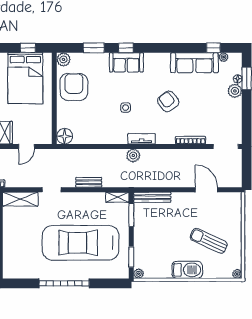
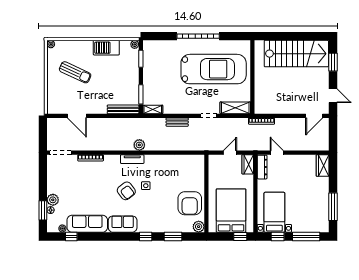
window: (28, 48) -> (240, 236), moved
sofa: (126, 62) -> (123, 224), moved
armchair: (168, 101) -> (126, 191), moved
floor lamp: (65, 136) -> (198, 161), removed
car: (81, 243) -> (214, 69), moved
barbecue: (187, 270) -> (106, 48), moved

